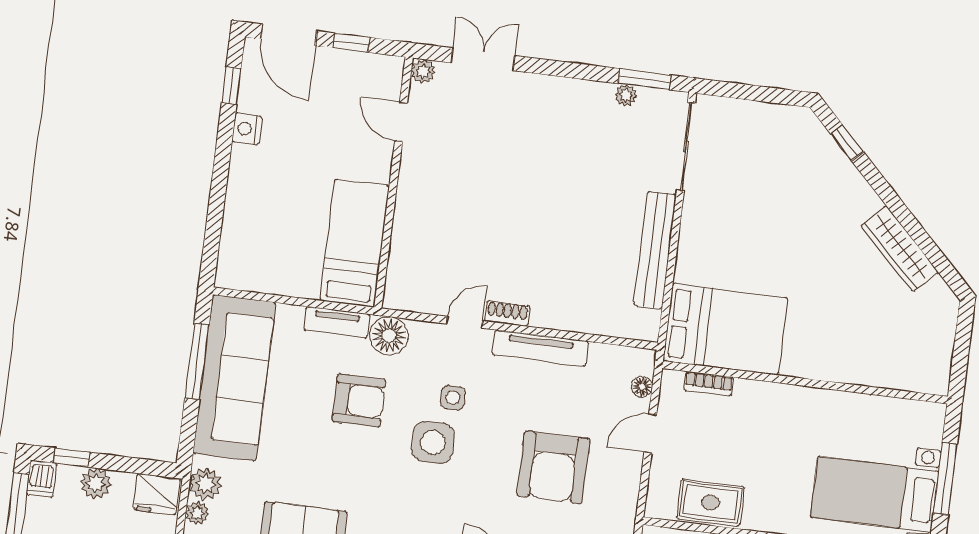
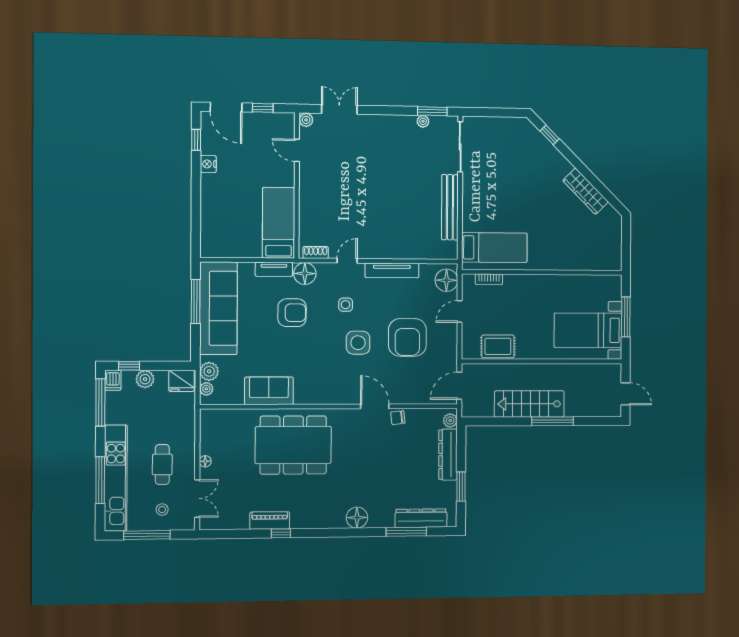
shoe rack: (507, 313) -> (316, 252), moved
bed: (725, 329) -> (494, 248), width x0.67
floor lamp: (642, 387) -> (446, 280), width x1.89, depth x1.89
side table: (433, 442) -> (358, 343), moved

